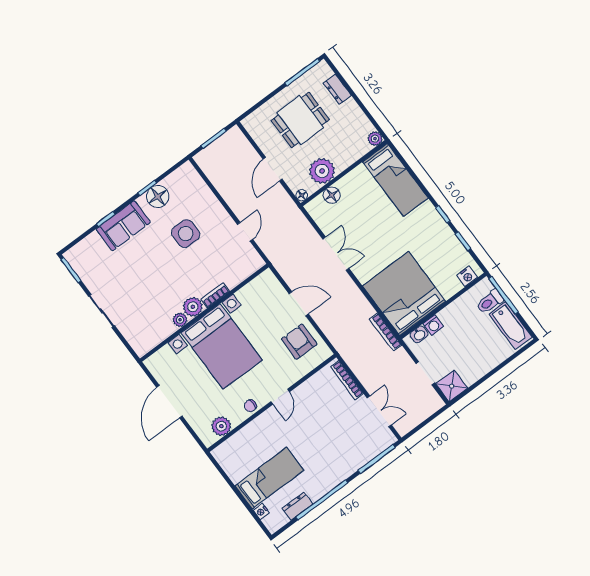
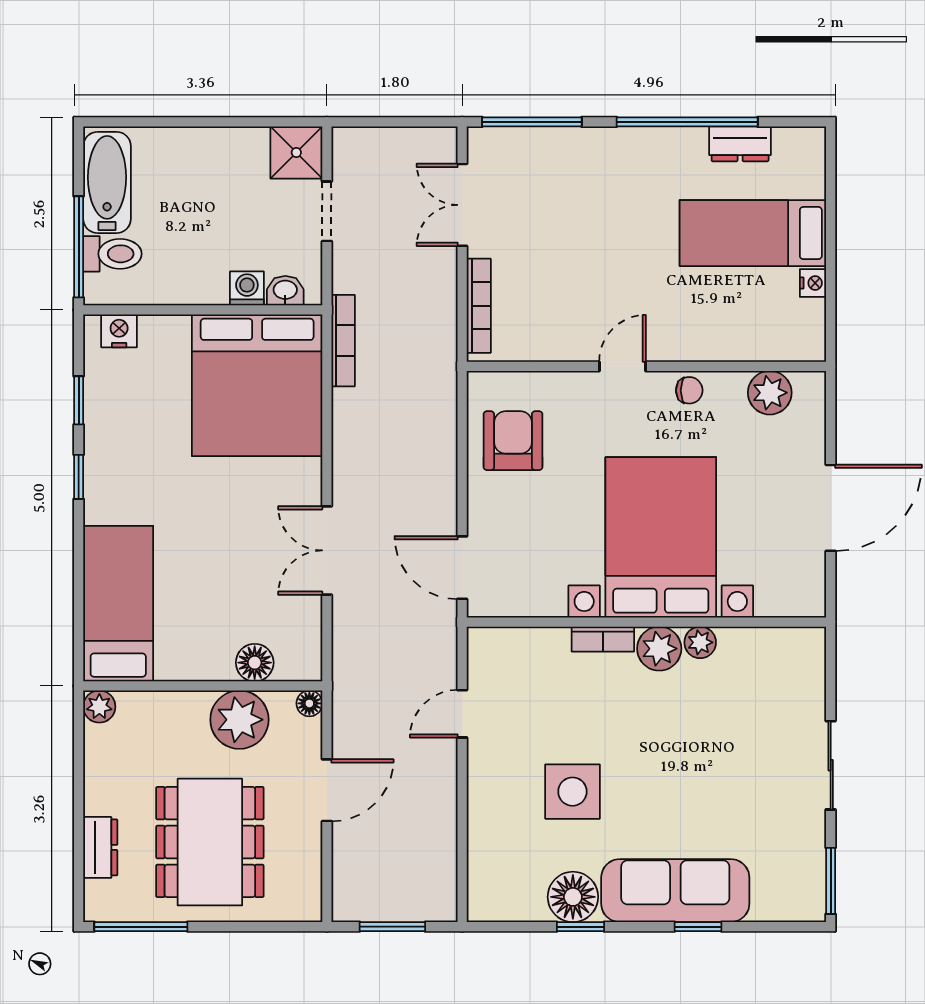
dining table: (300, 120) -> (210, 842), width x1.37
sofa: (123, 226) -> (675, 891), width x1.36
door: (299, 304) -> (462, 568), moved
armchair: (299, 342) -> (513, 441), turned 180
nightstand: (261, 512) -> (813, 283), moved

